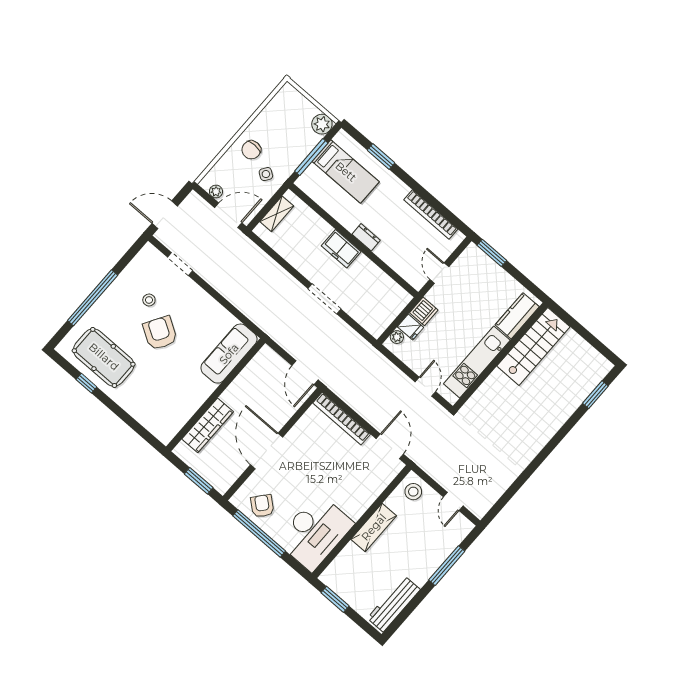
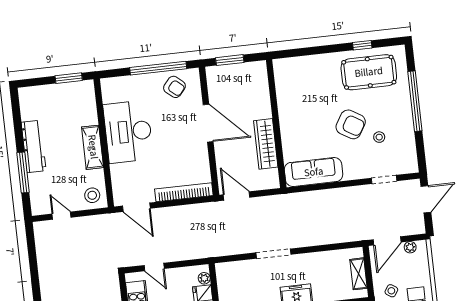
sofa: (229, 354) -> (314, 172), moved, turned -90
wardrobe: (208, 425) -> (266, 144), moved
desk: (315, 532) -> (128, 132), moved
workbench: (394, 604) -> (34, 146), moved

